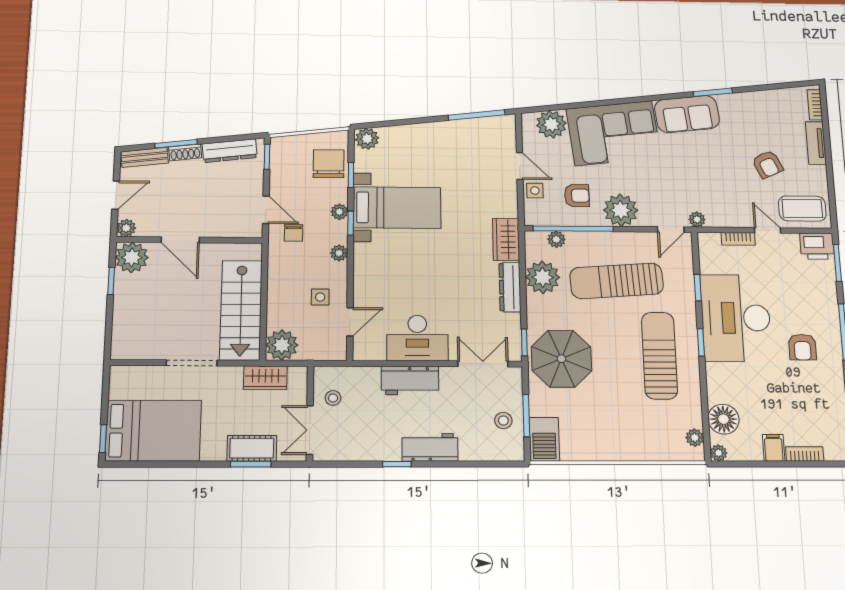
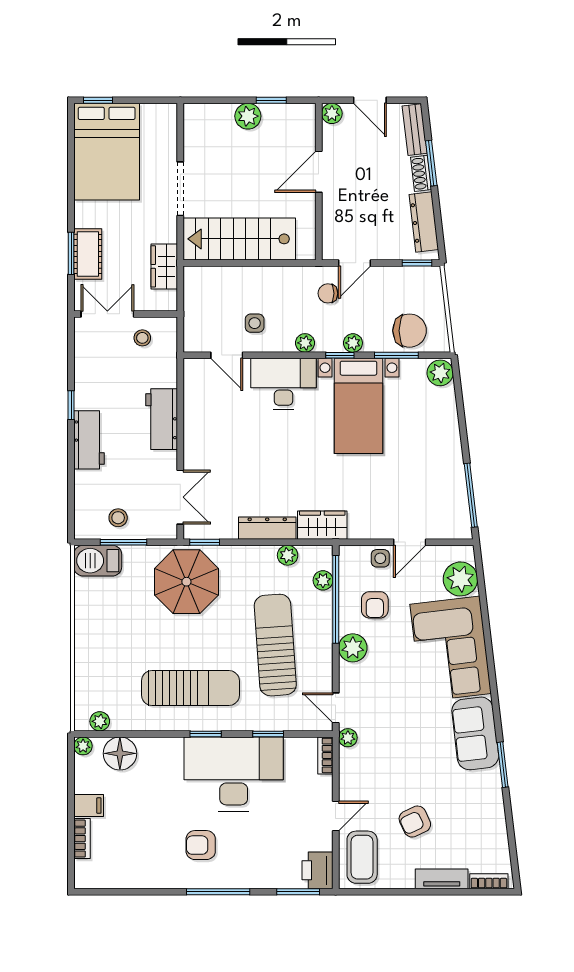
window: (351, 175) -> (396, 355), width x1.50
plant: (621, 210) -> (353, 648), width x0.73, depth x0.73
bookcase: (738, 239) -> (325, 756), moved
plant: (132, 257) -> (248, 116), moved, width x0.73, depth x0.73
plant: (543, 277) -> (288, 555), width x0.53, depth x0.53
desk: (417, 338) -> (283, 384), moved, turned 90
plant: (282, 345) -> (200, 283), removed

